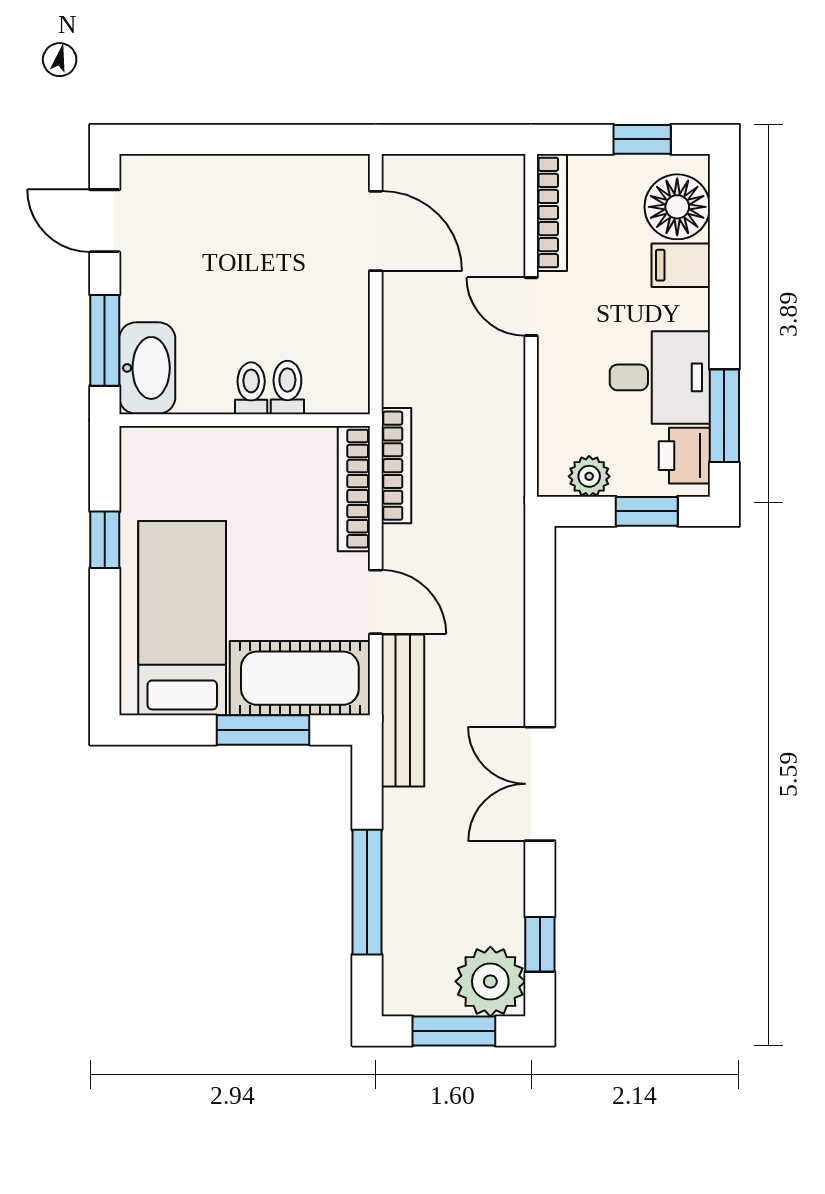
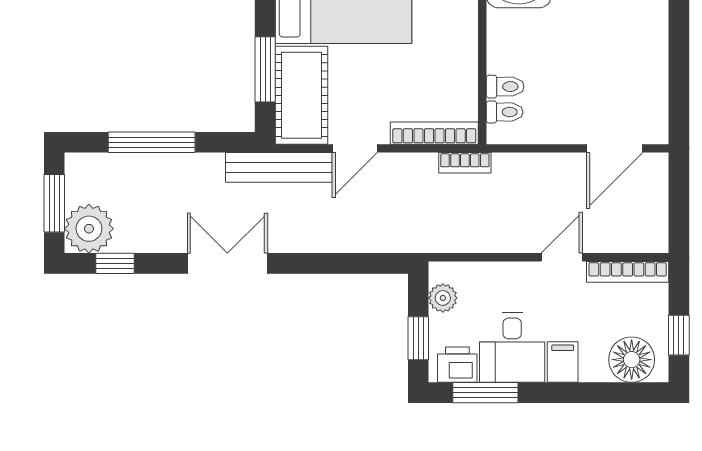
filing cabinet: (681, 265) -> (563, 362), moved
toilet: (251, 388) -> (505, 112), moved
bookcase: (396, 466) -> (465, 163), width x0.64

